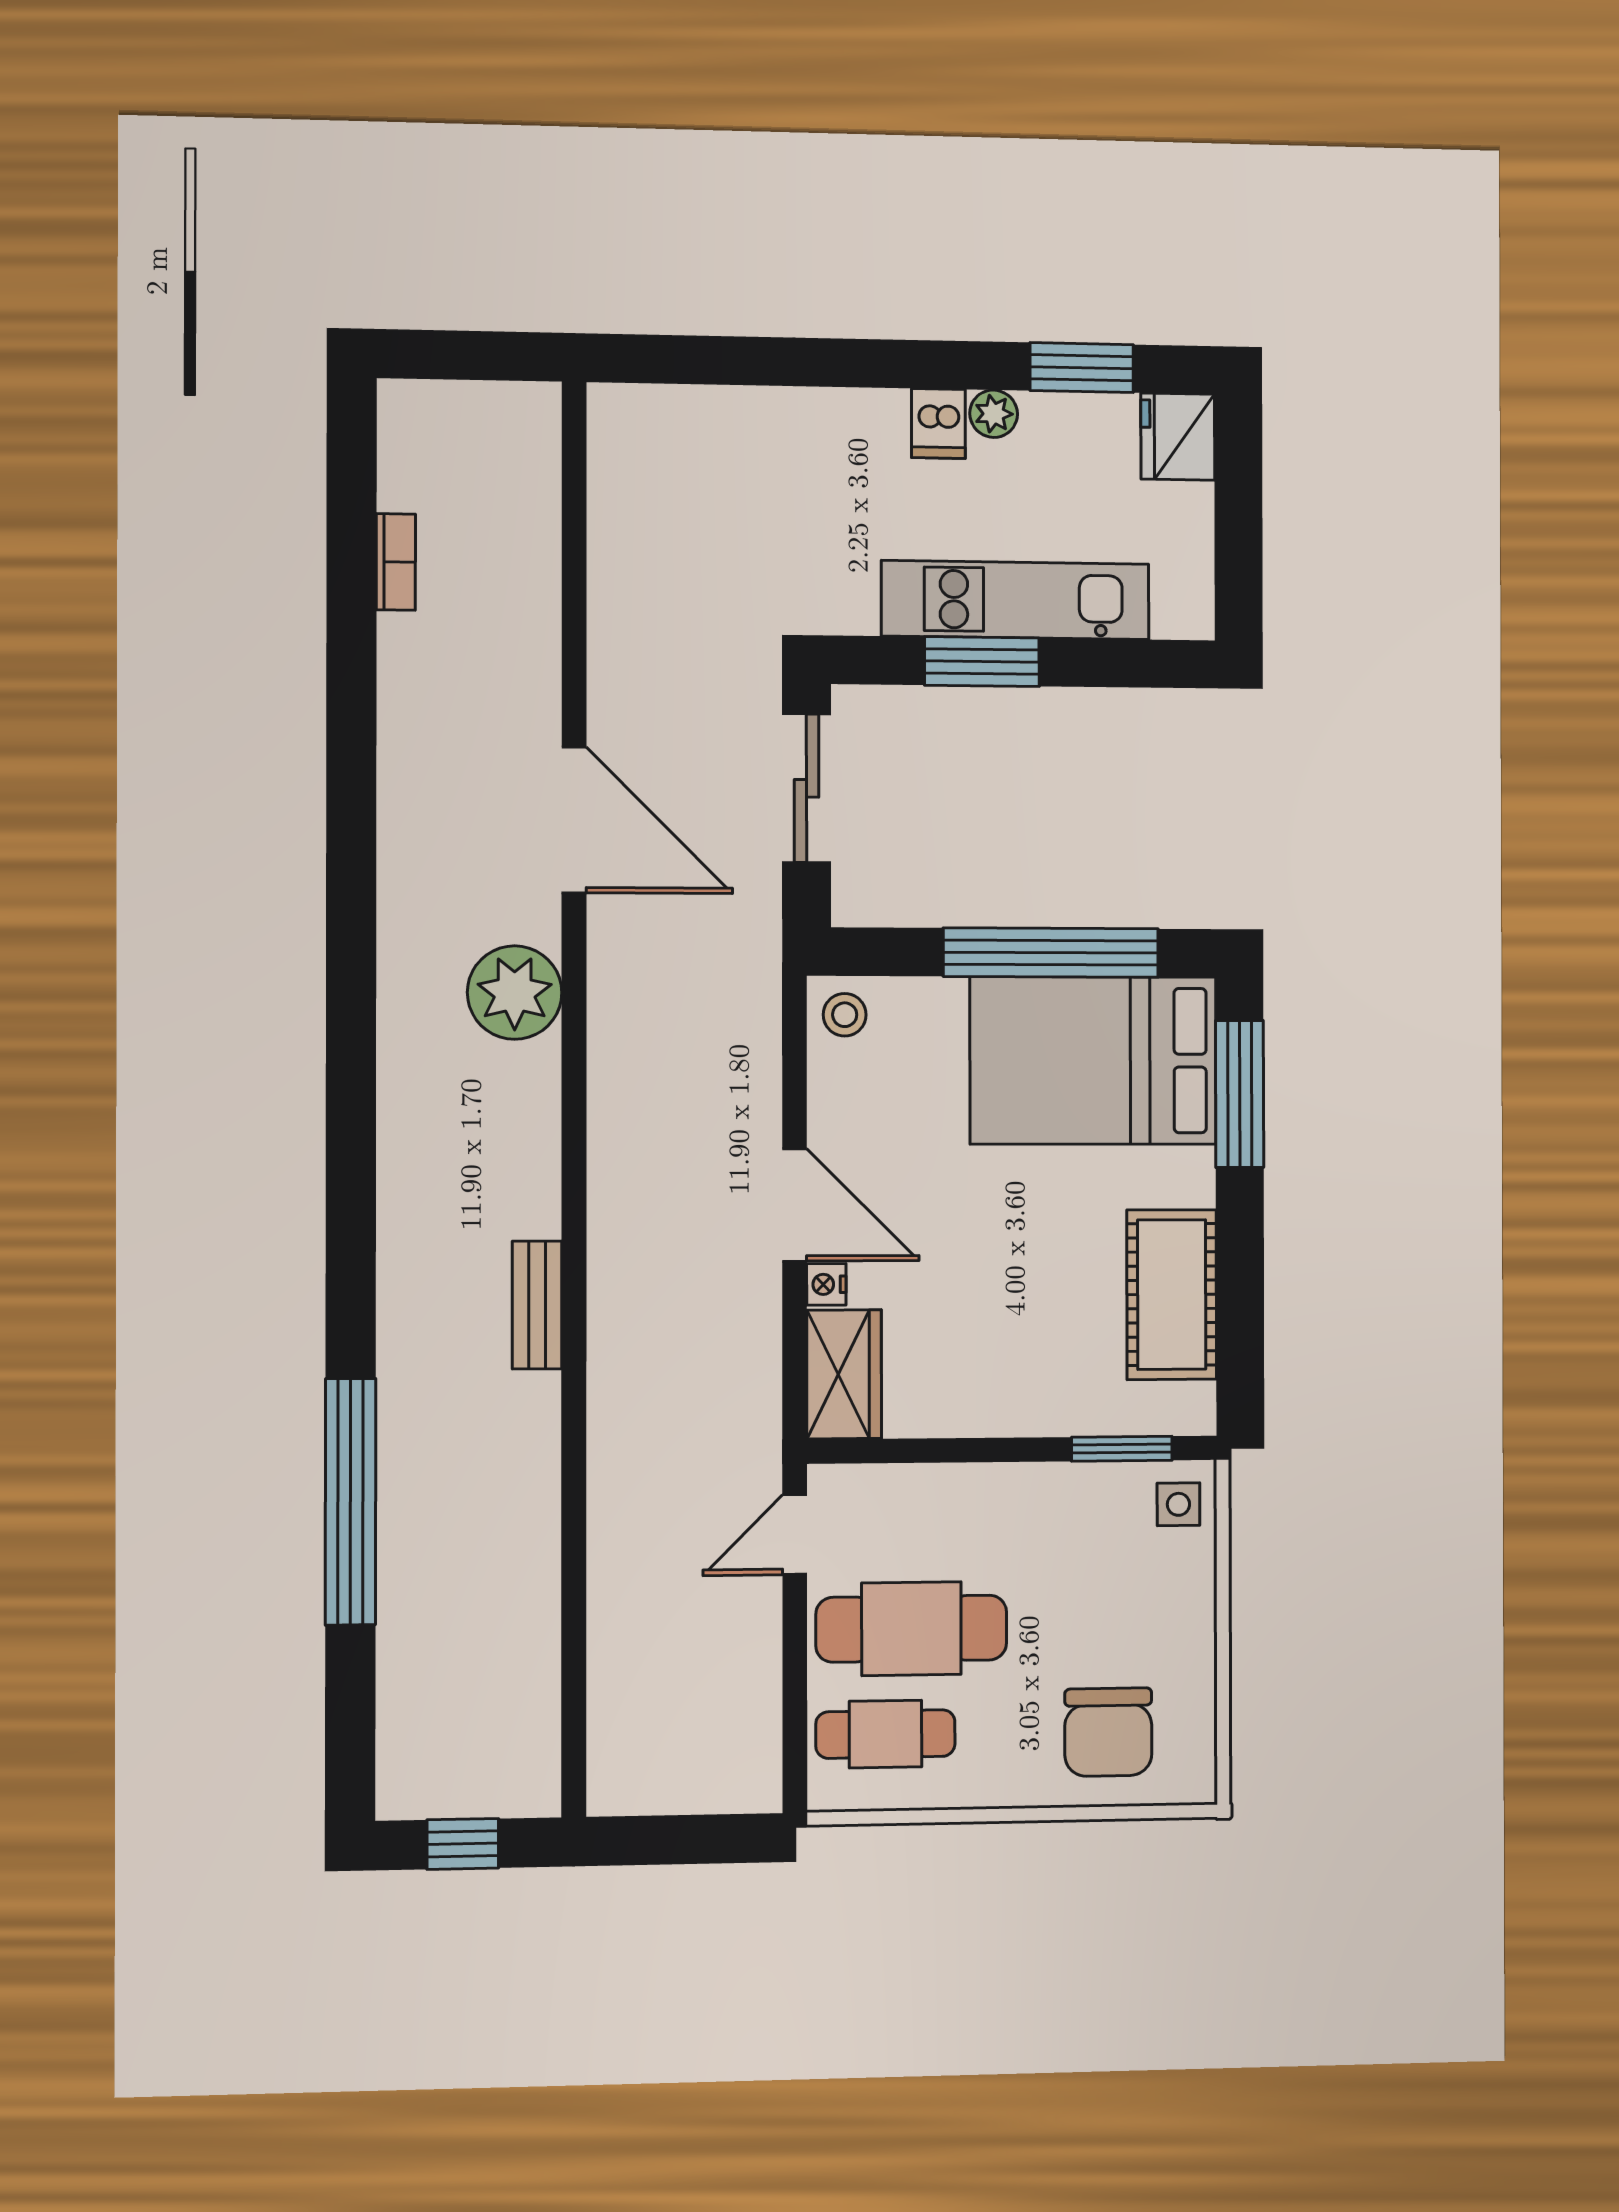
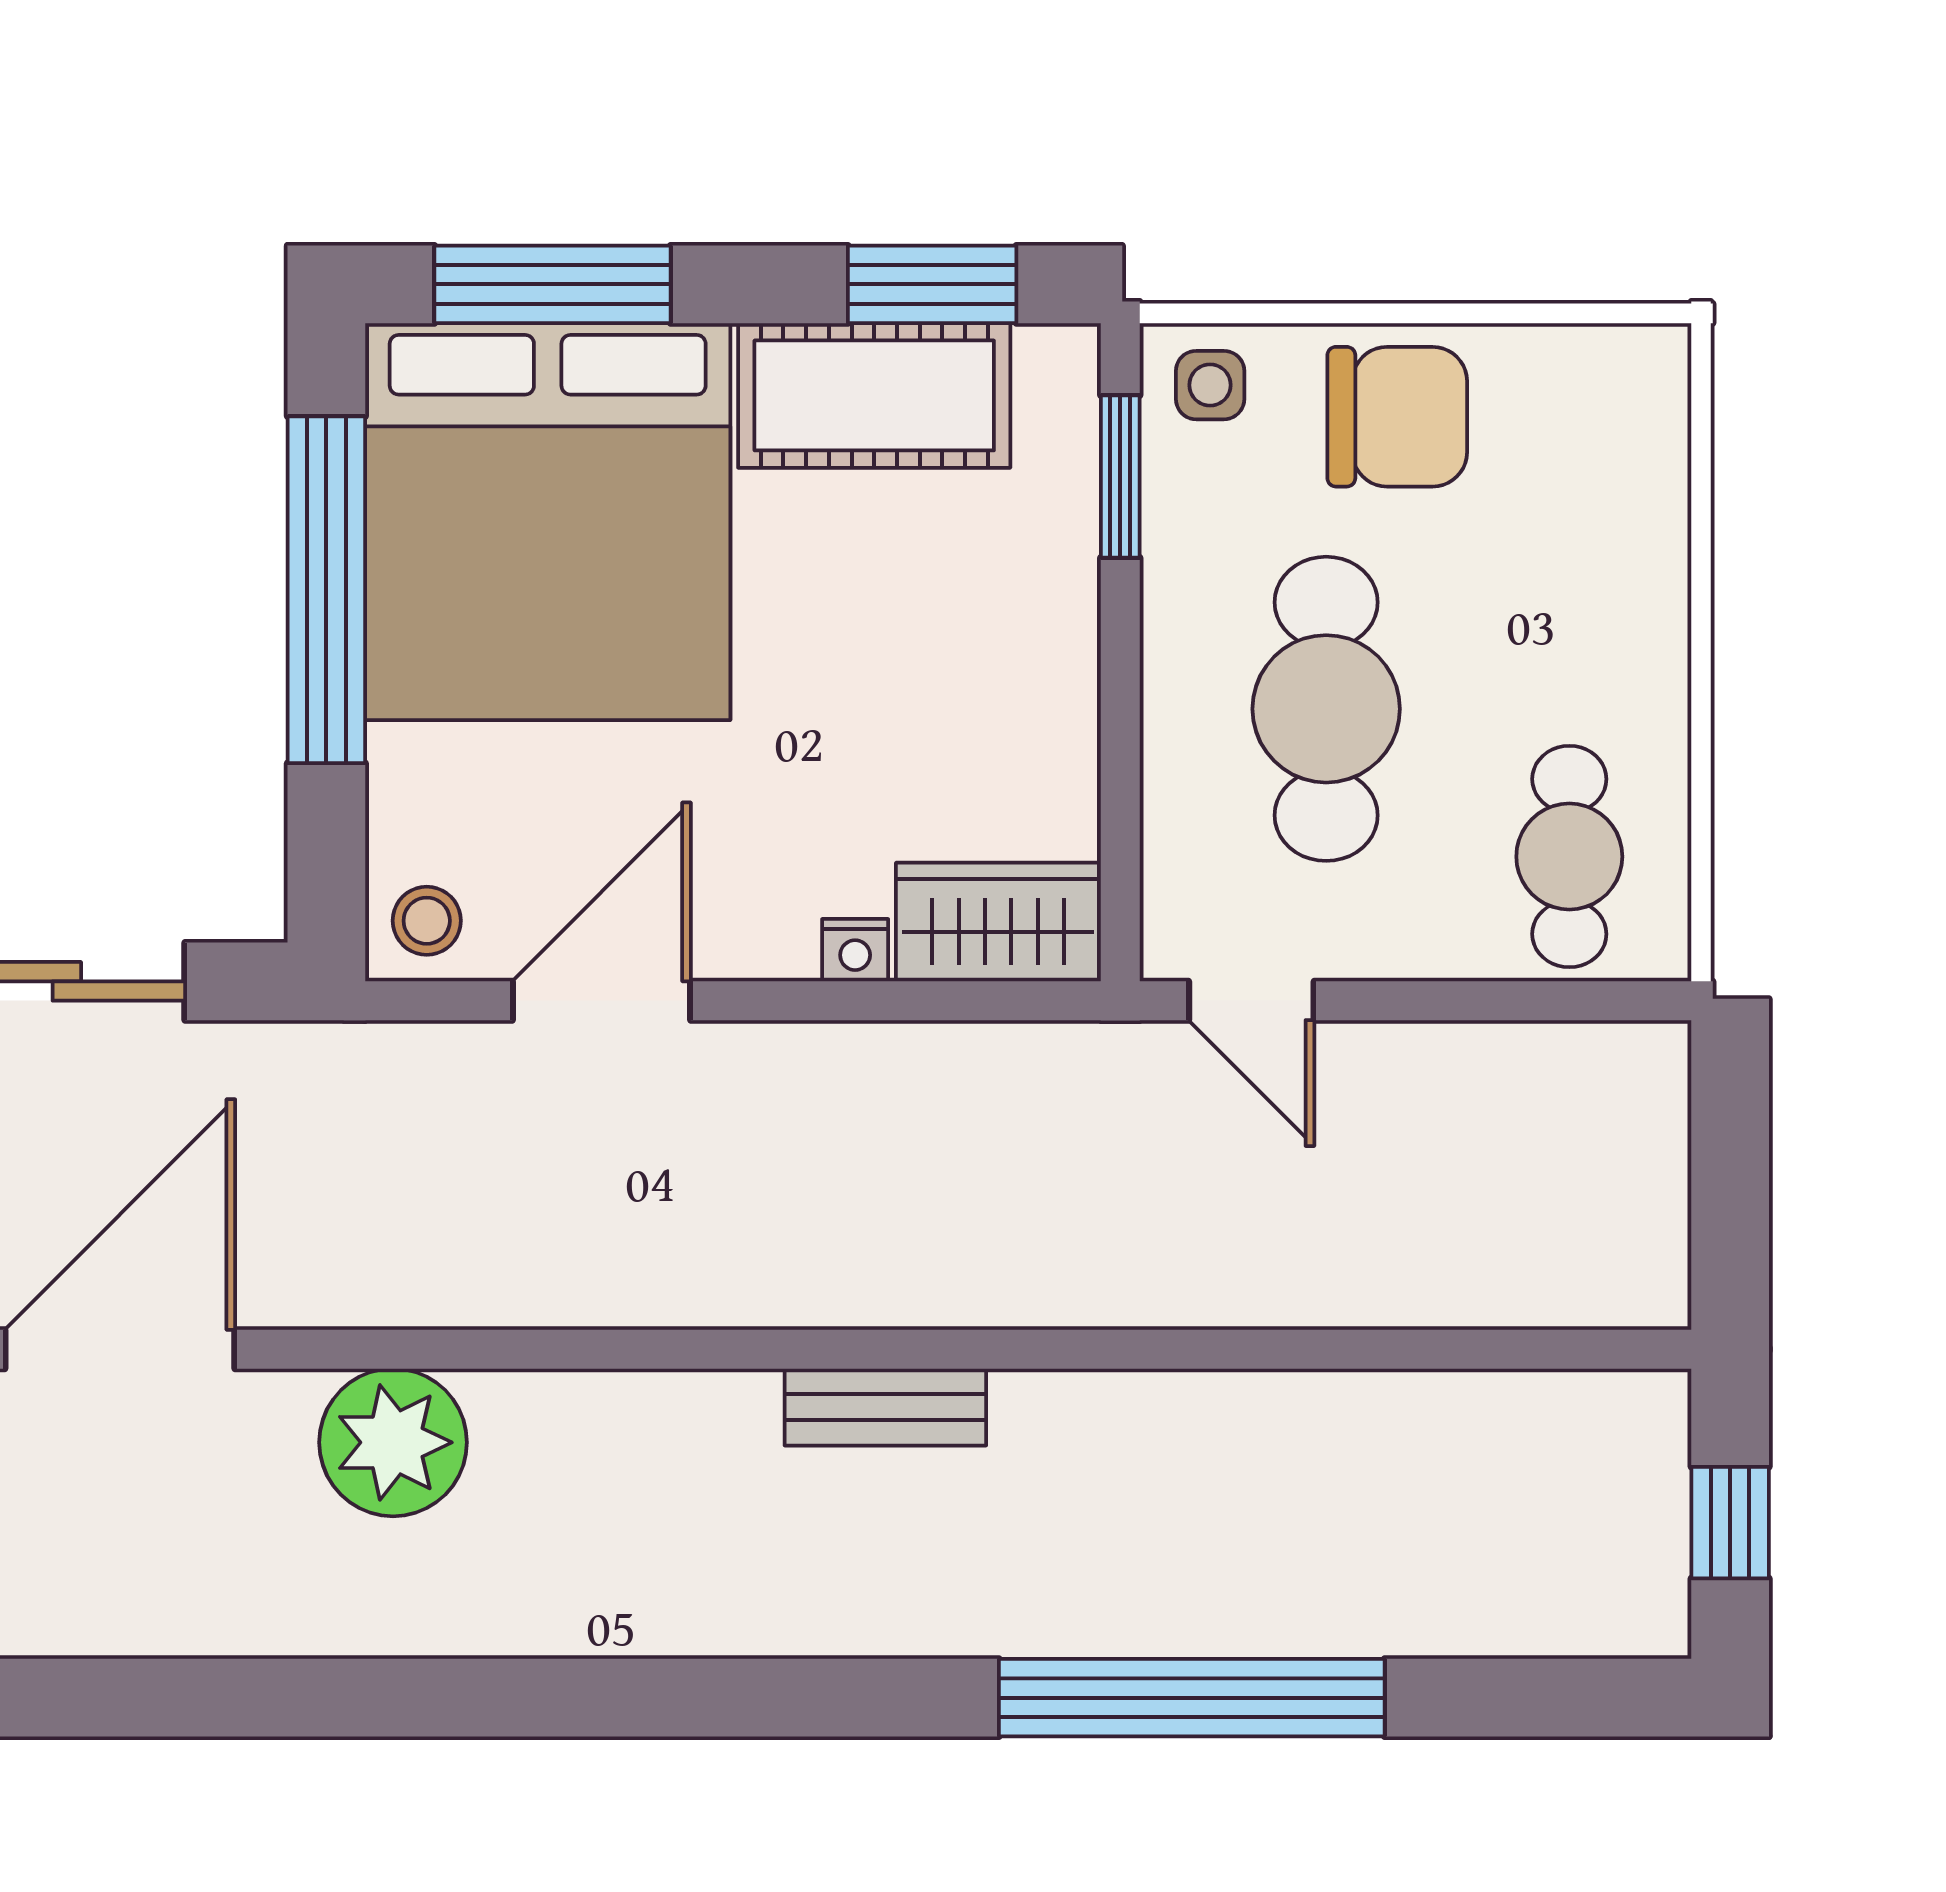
bed: (1093, 1060) -> (548, 522), width x1.36
door: (795, 1205) -> (601, 1001), moved
window: (1240, 1330) -> (932, 284), added
cafe table: (911, 1629) -> (1326, 709), moved
chair: (1108, 1732) -> (1397, 417), moved

